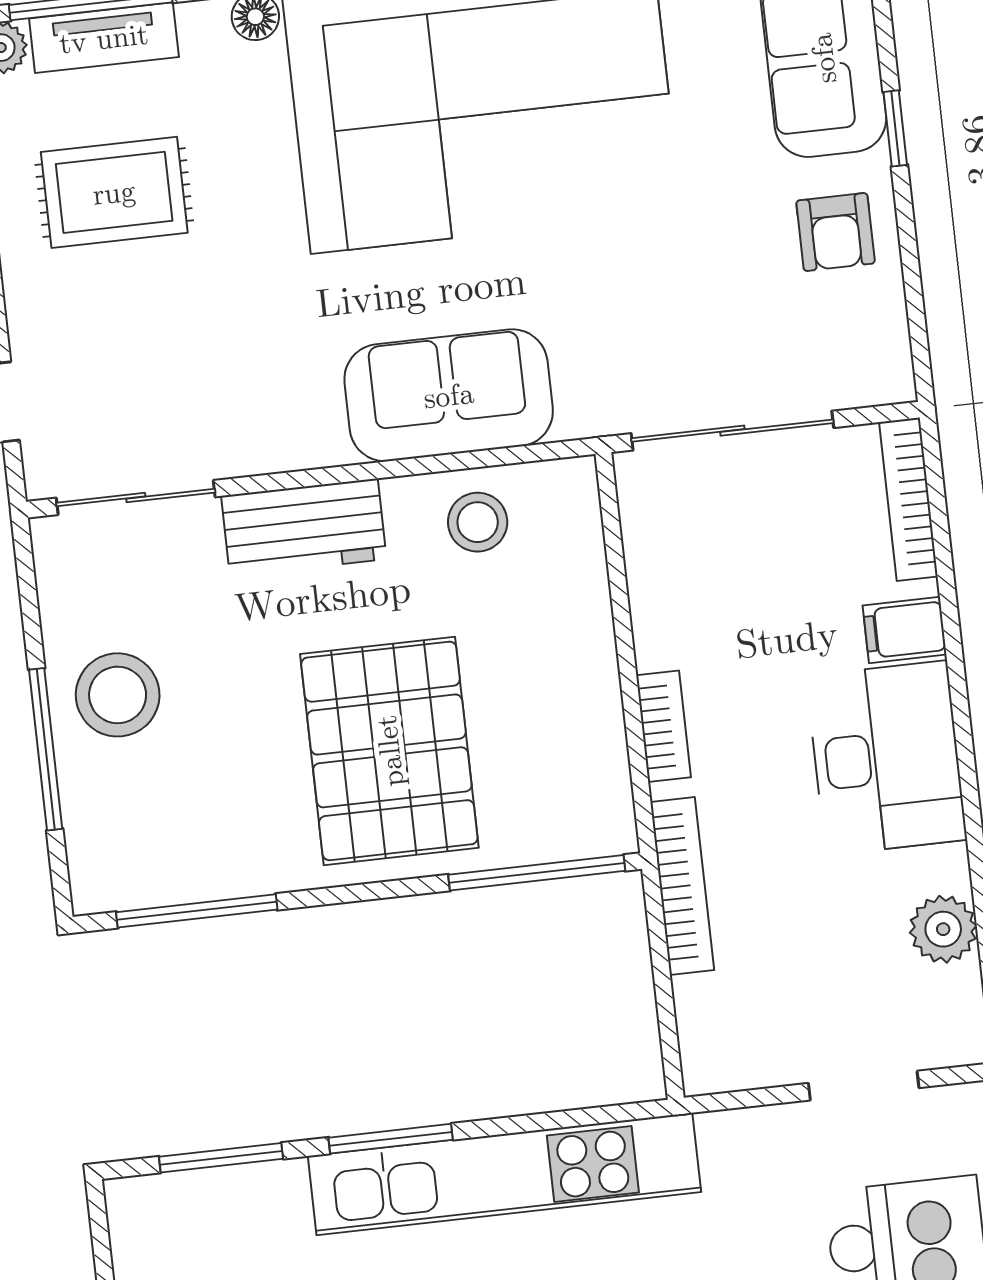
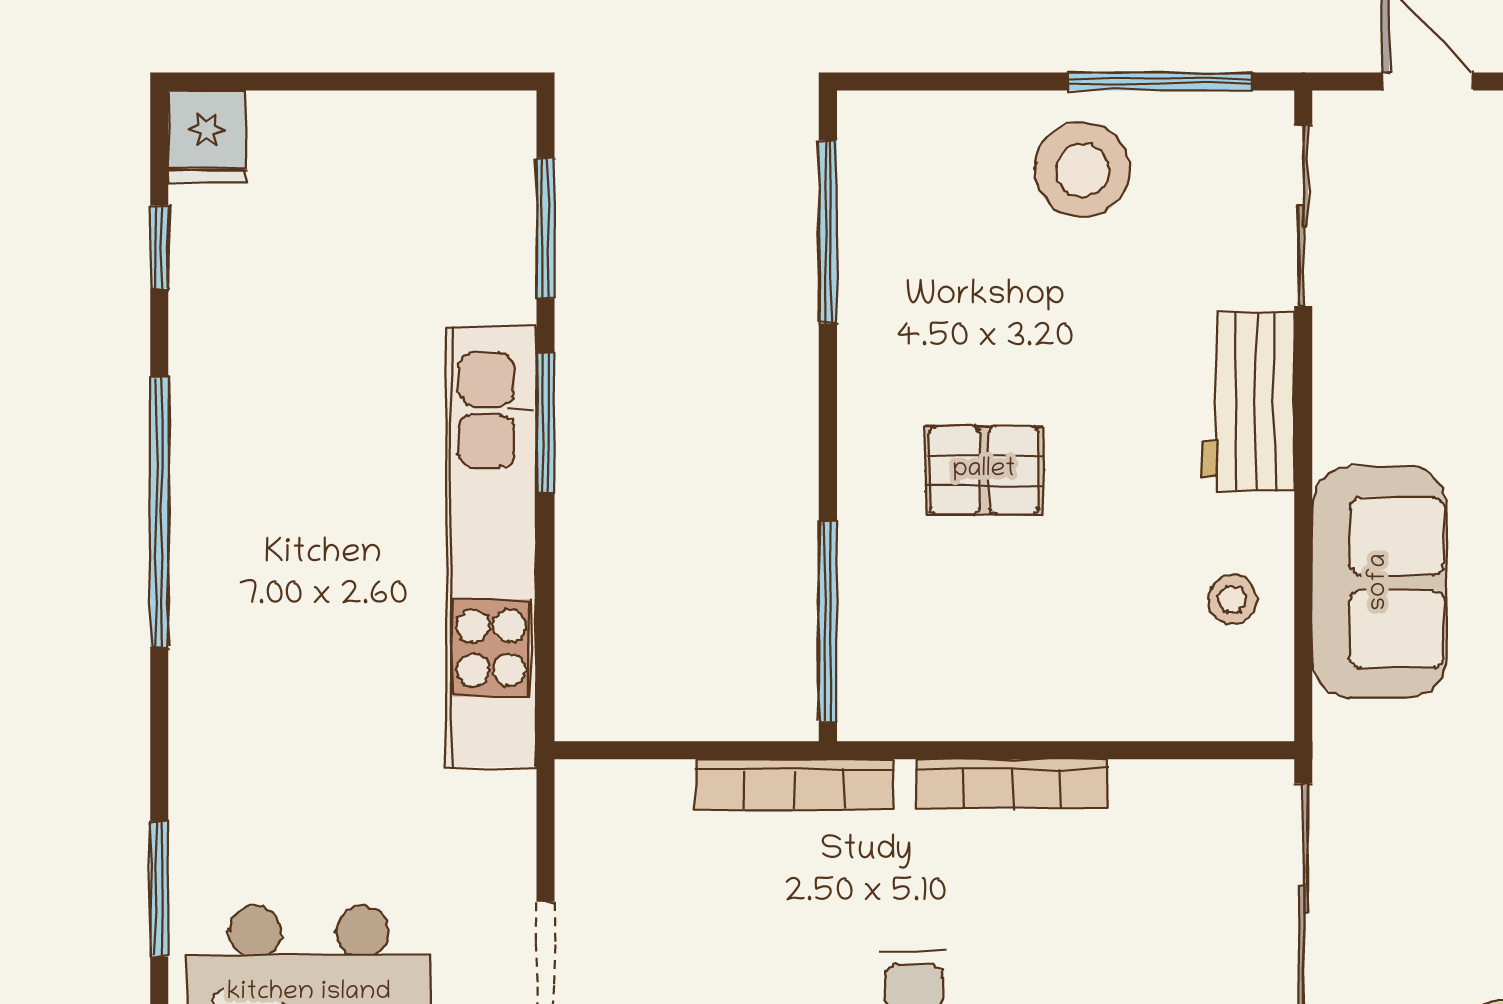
stool: (478, 522) -> (1232, 599), width x0.73, depth x0.73
bookcase: (664, 726) -> (1012, 784), width x1.56
window: (46, 749) -> (1160, 82), moved
pallet: (389, 751) -> (984, 470), width x0.49, depth x0.50

